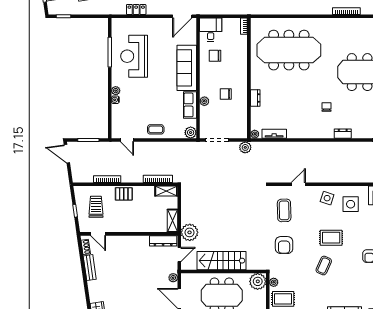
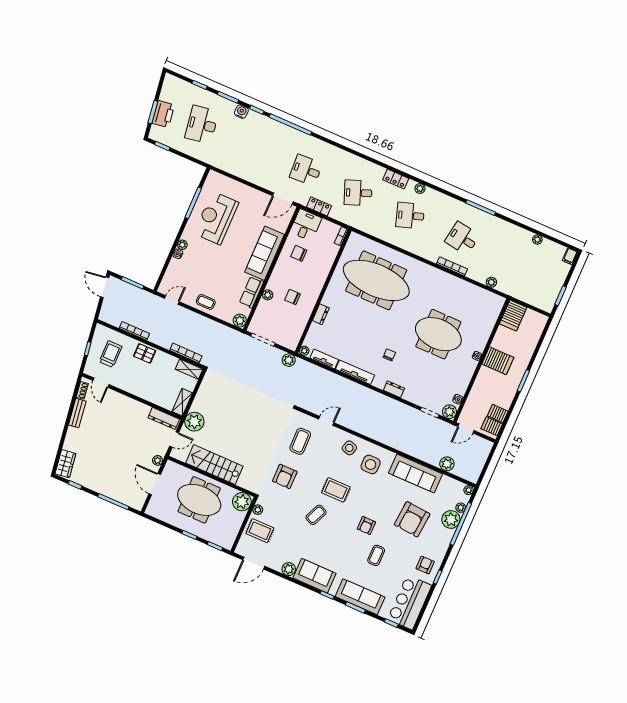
locker: (136, 9) -> (319, 206), moved
tv unit: (304, 134) -> (355, 372), added
door: (127, 140) -> (172, 300), swing flipped

